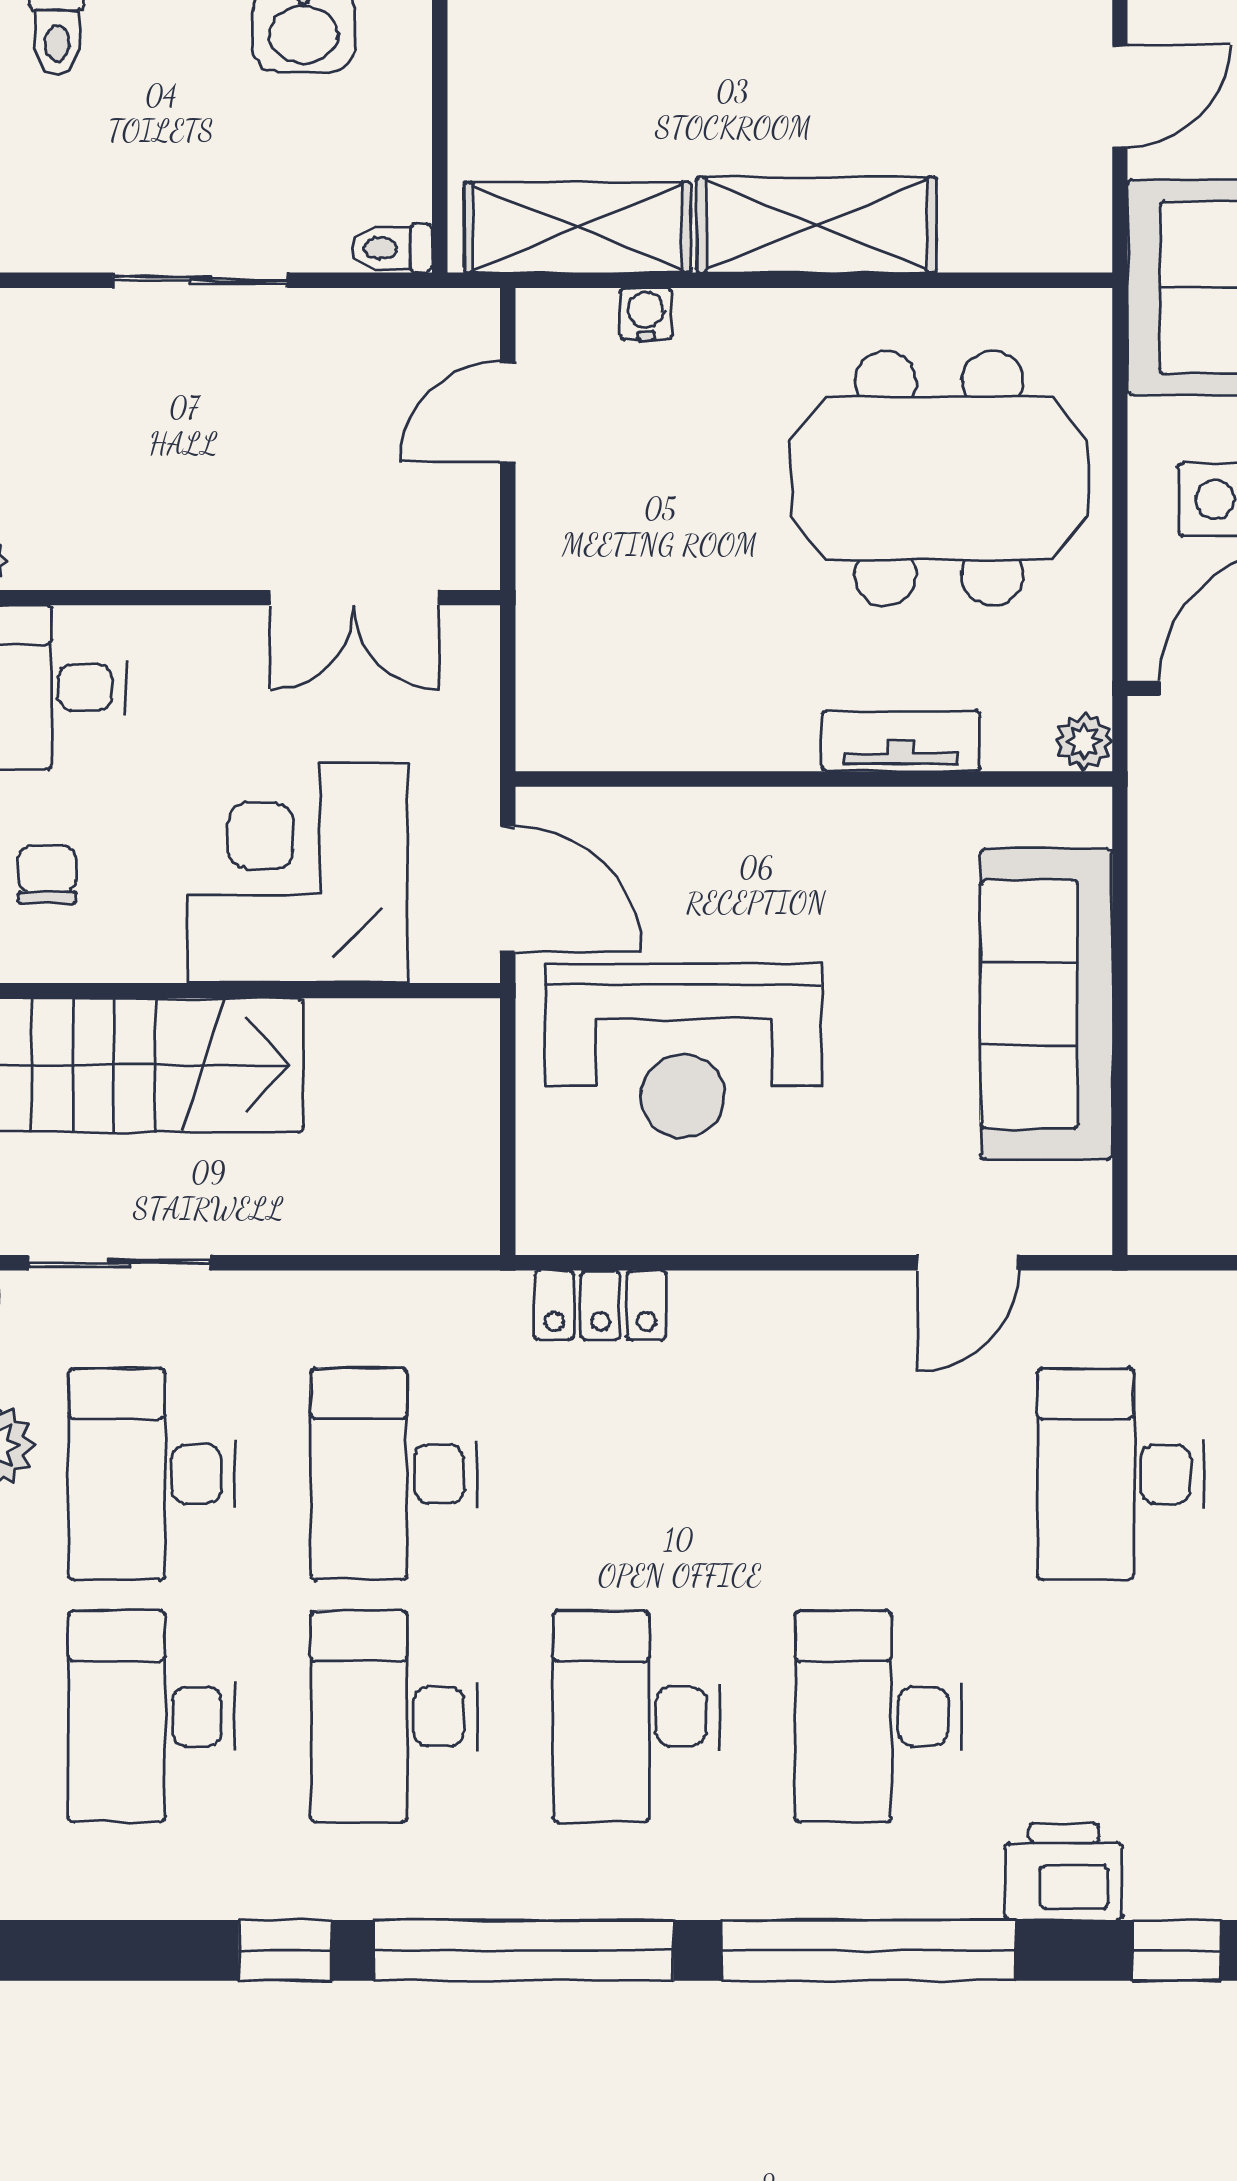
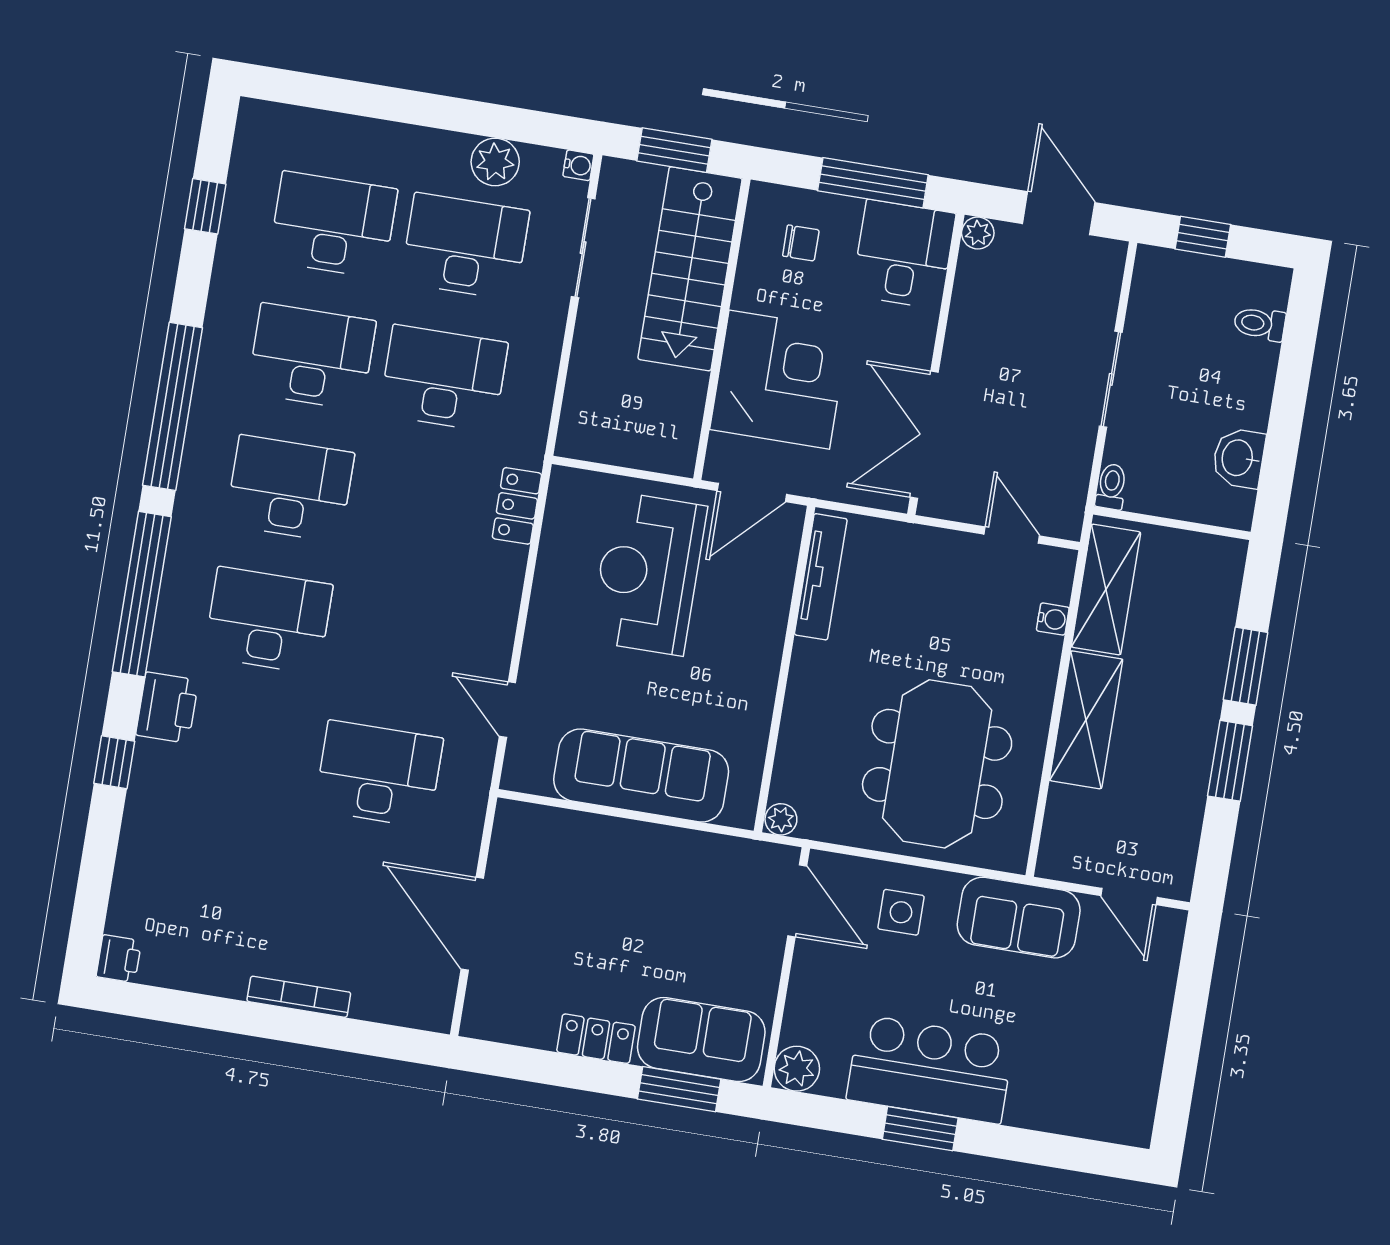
double door: (354, 598) -> (924, 435), width x1.37
tv unit: (901, 741) -> (821, 577), moved, width x1.41
window: (285, 1950) -> (205, 206), moved

